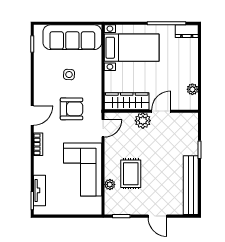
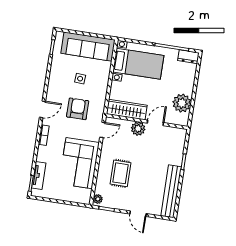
plant: (192, 89) -> (182, 103), width x1.87, depth x1.87
armchair: (72, 109) -> (78, 109), turned -90
plant: (110, 185) -> (98, 199), moved

